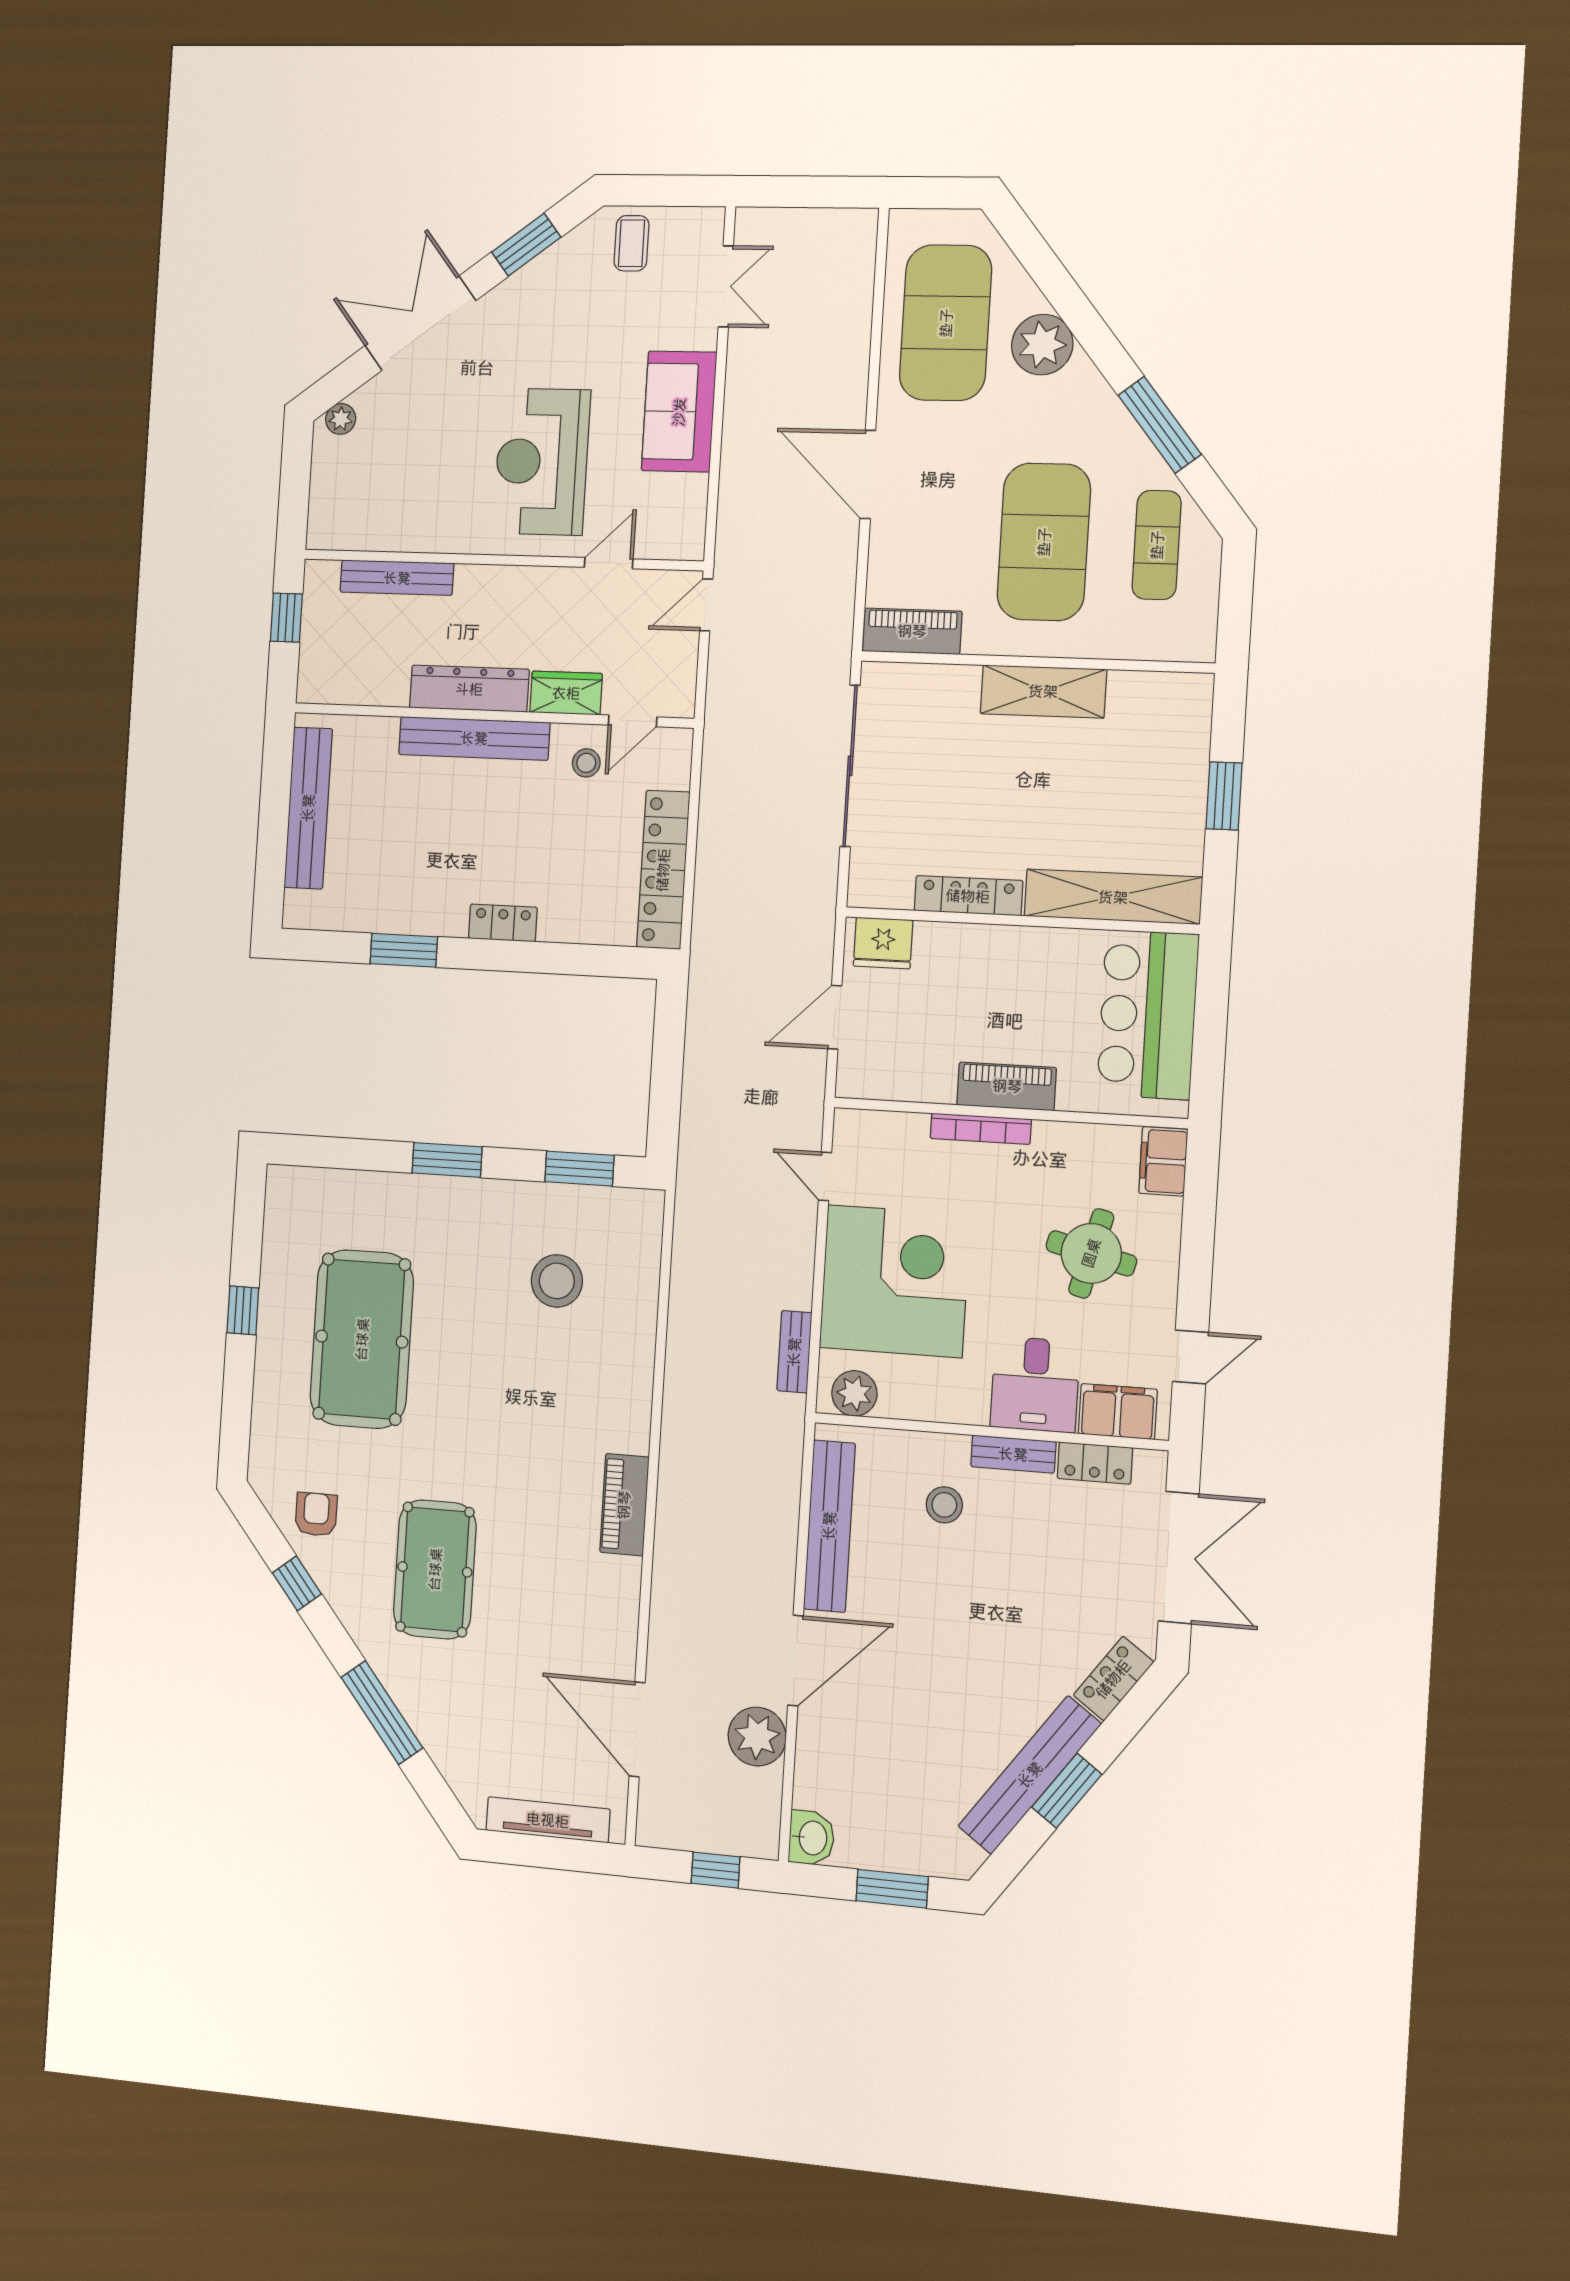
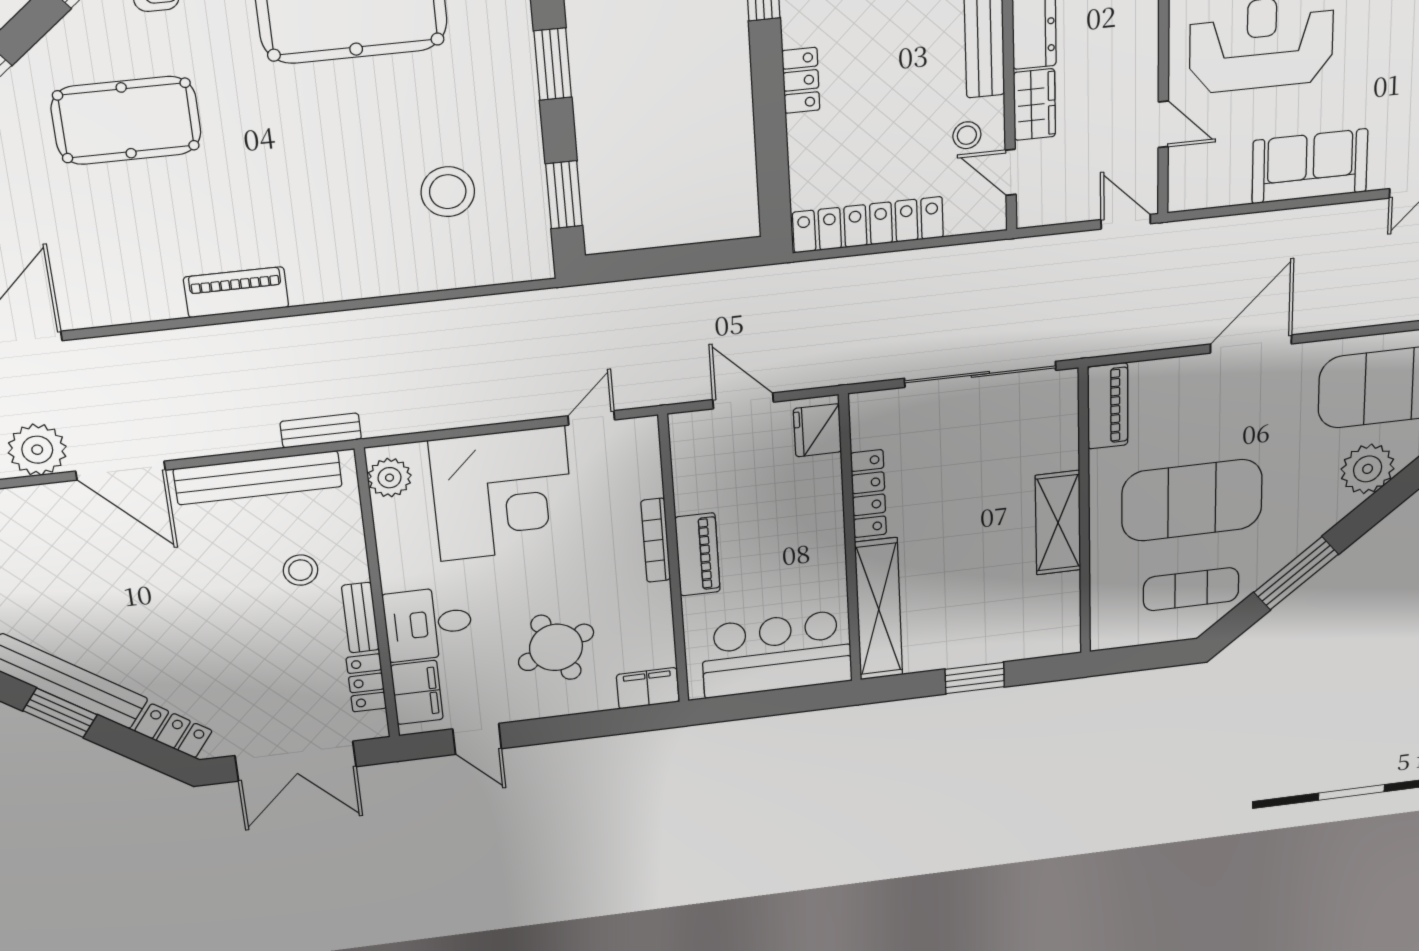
round table: (1091, 1253) -> (556, 647), turned -38
bench: (794, 1352) -> (321, 431), moved

